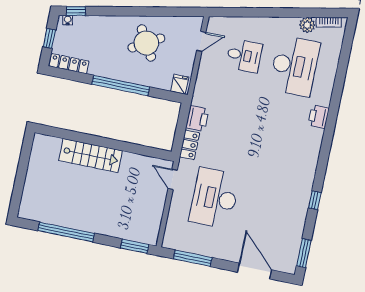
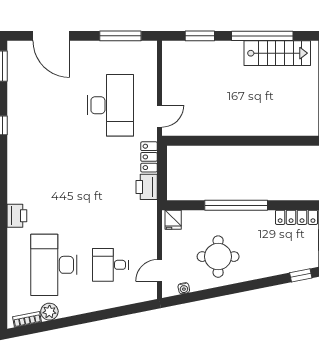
water cooler: (68, 20) -> (184, 288), moved
round table: (146, 43) -> (218, 257), turned 30
stairs: (91, 156) -> (277, 53), moved, turned 180
door: (173, 179) -> (160, 116), hinge flipped
window: (135, 246) -> (200, 36), moved

